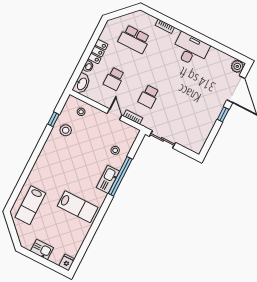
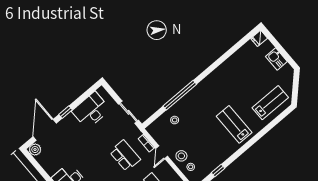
school desk: (149, 96) -> (125, 156), width x1.85
desk: (199, 126) -> (91, 110), added
stool: (66, 130) -> (181, 156), moved
kitchen sink: (108, 179) -> (192, 97), removed
lab bench: (78, 207) -> (234, 124), moved

